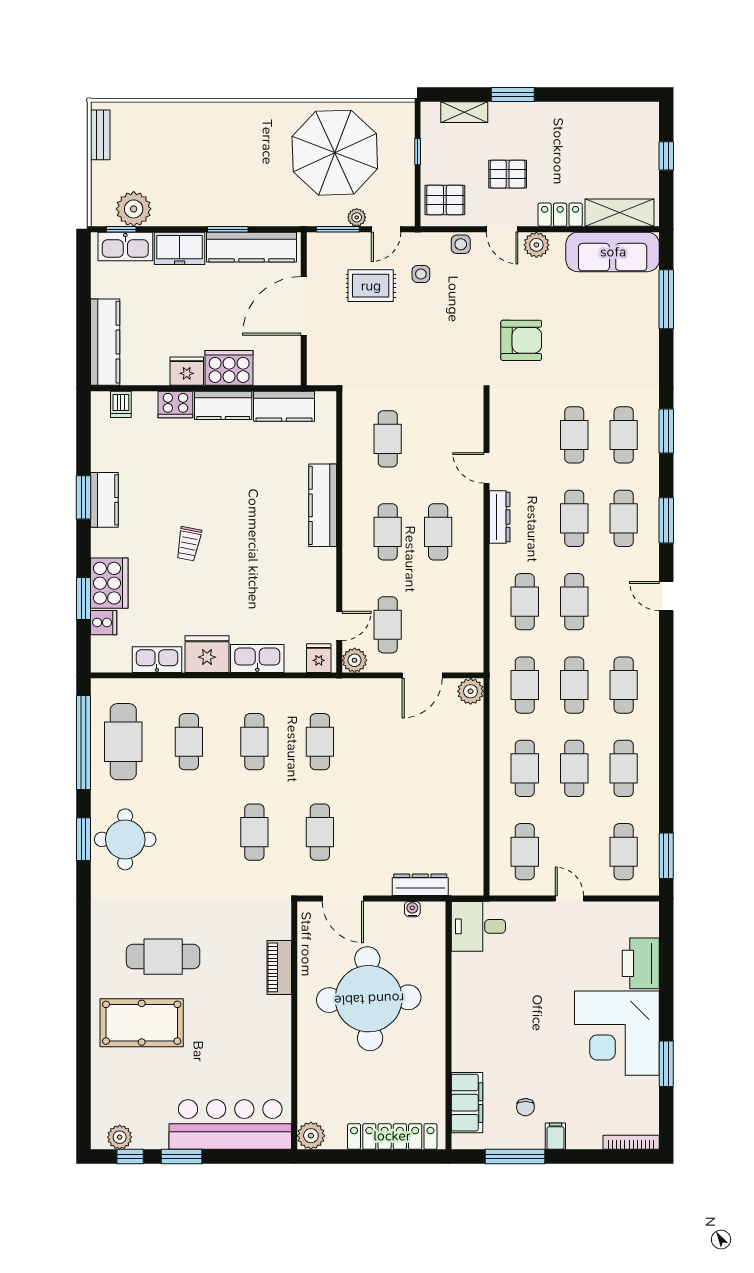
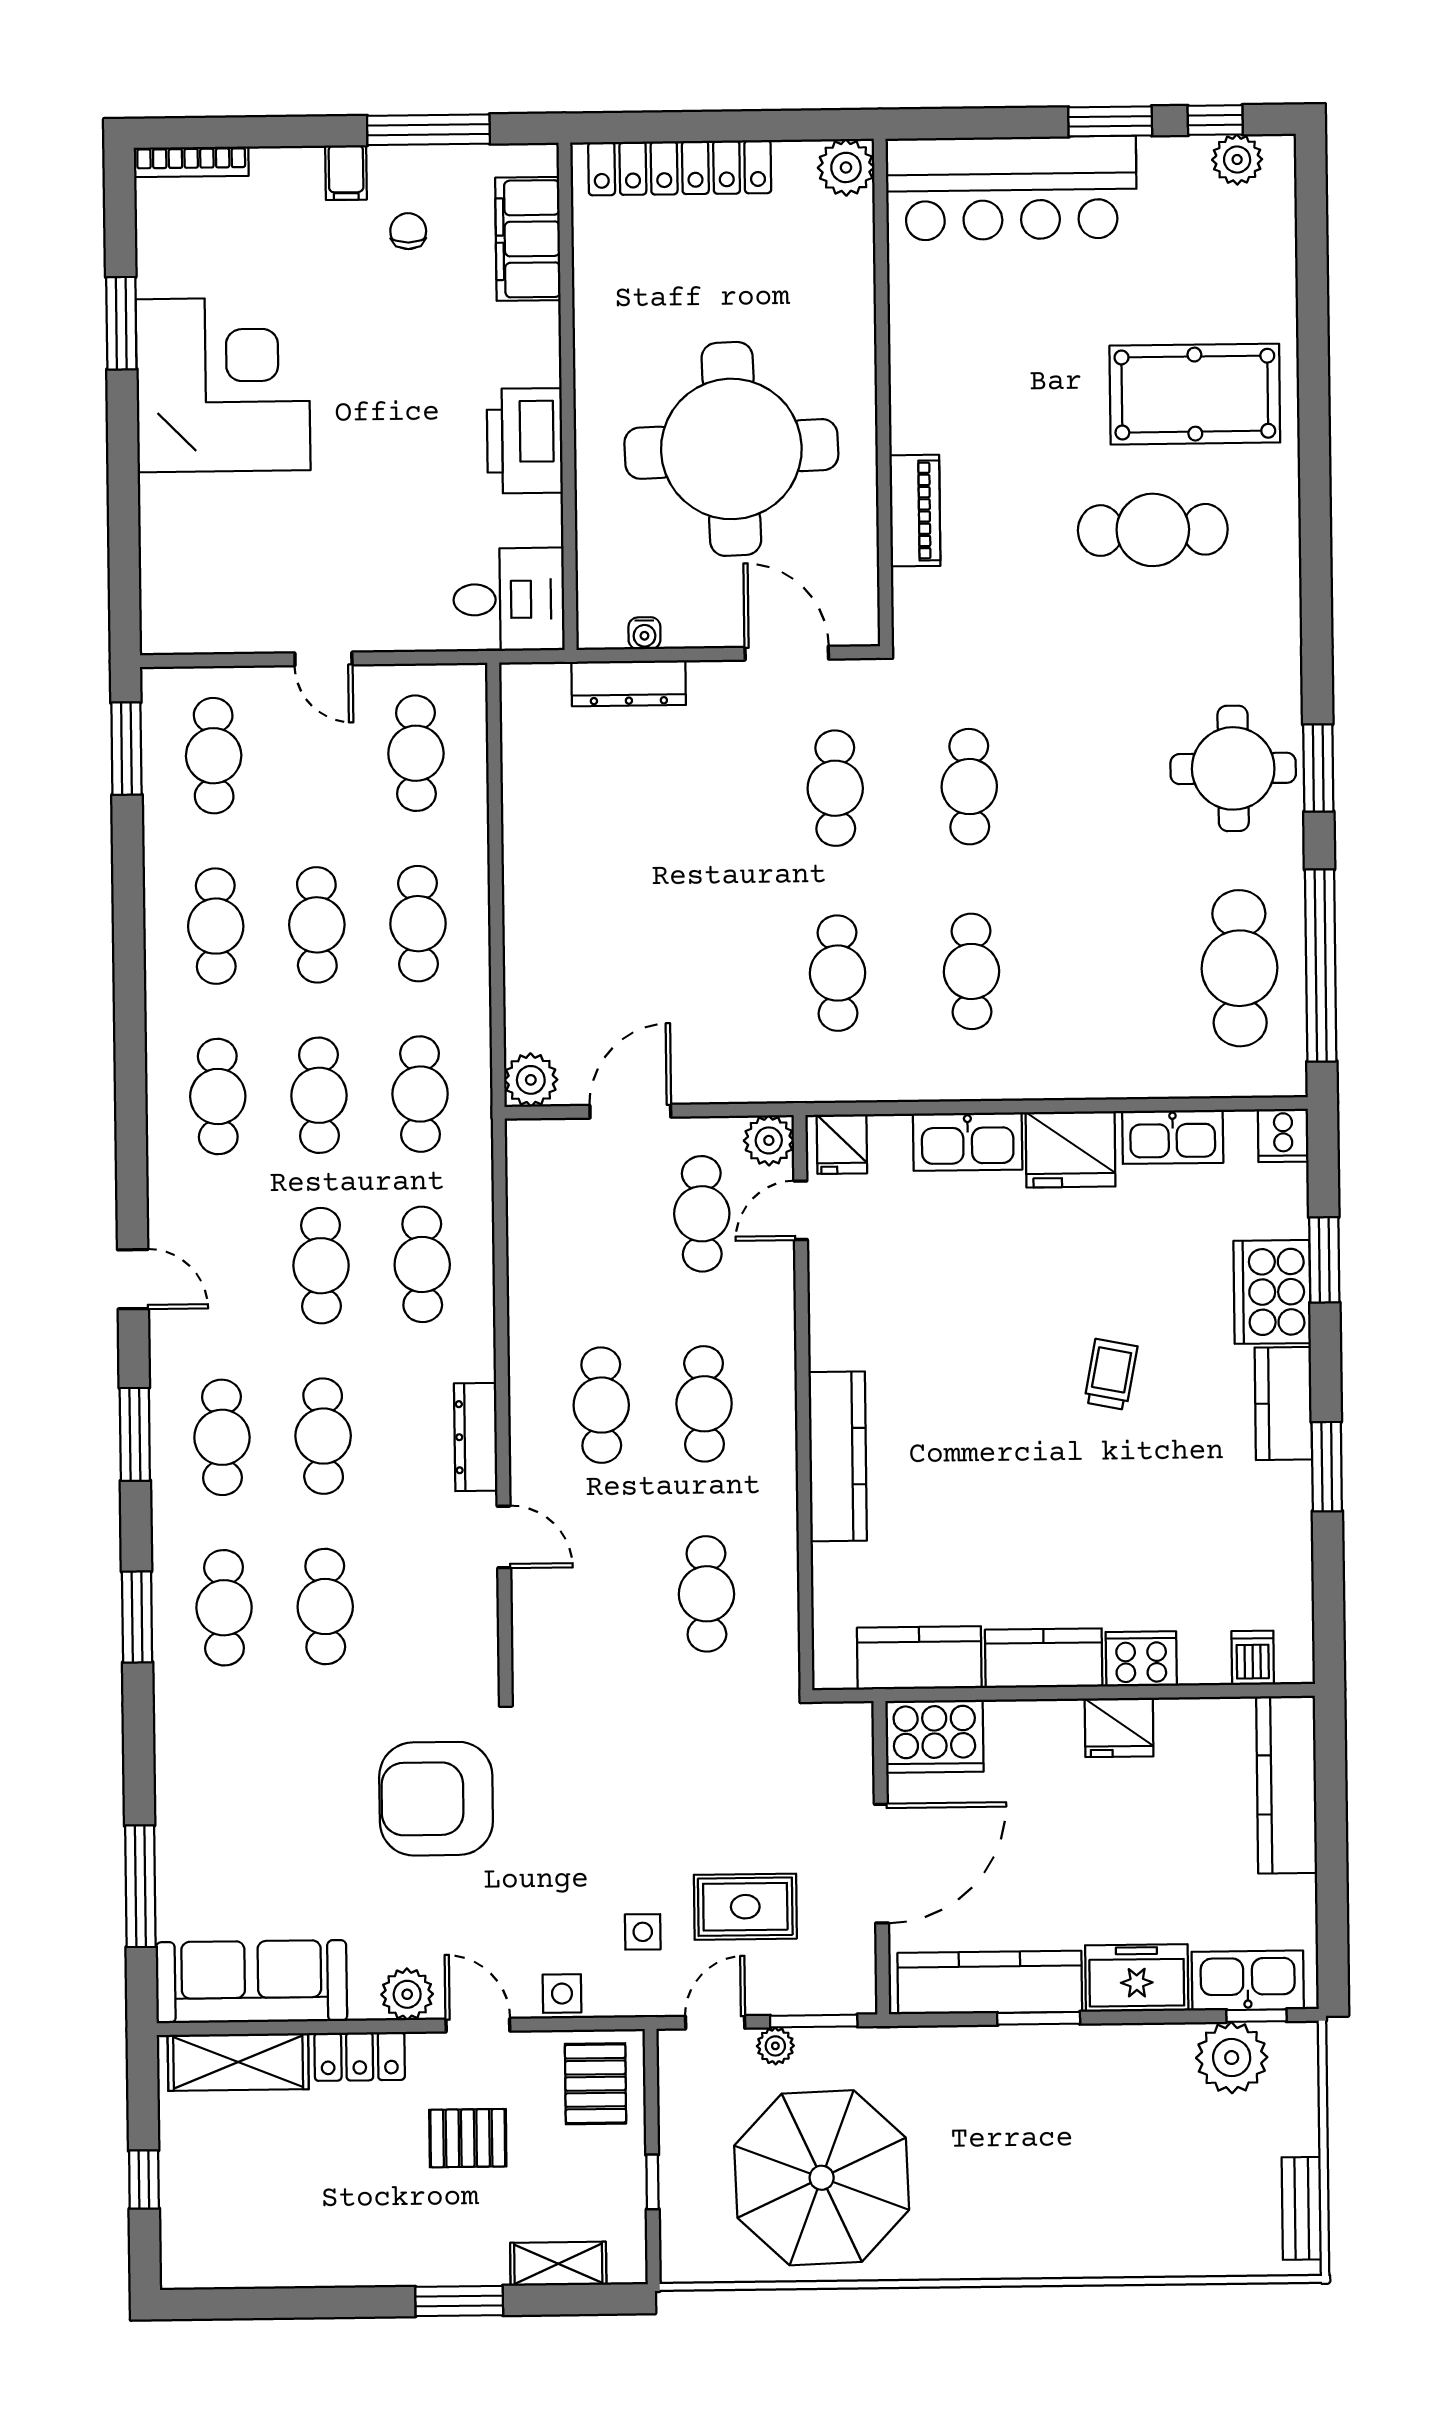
pallet: (445, 200) -> (596, 2084), turned 90
armchair: (521, 340) -> (436, 1799), width x1.36, depth x1.36
cooker: (229, 368) -> (934, 1736), moved
kitchen counter: (104, 500) -> (1283, 1404), moved
cooker: (104, 623) -> (1283, 1135), moved, turned -90
cafe table: (189, 742) -> (1106, 970), removed
printer: (641, 963) -> (525, 441), moved, turned 180

